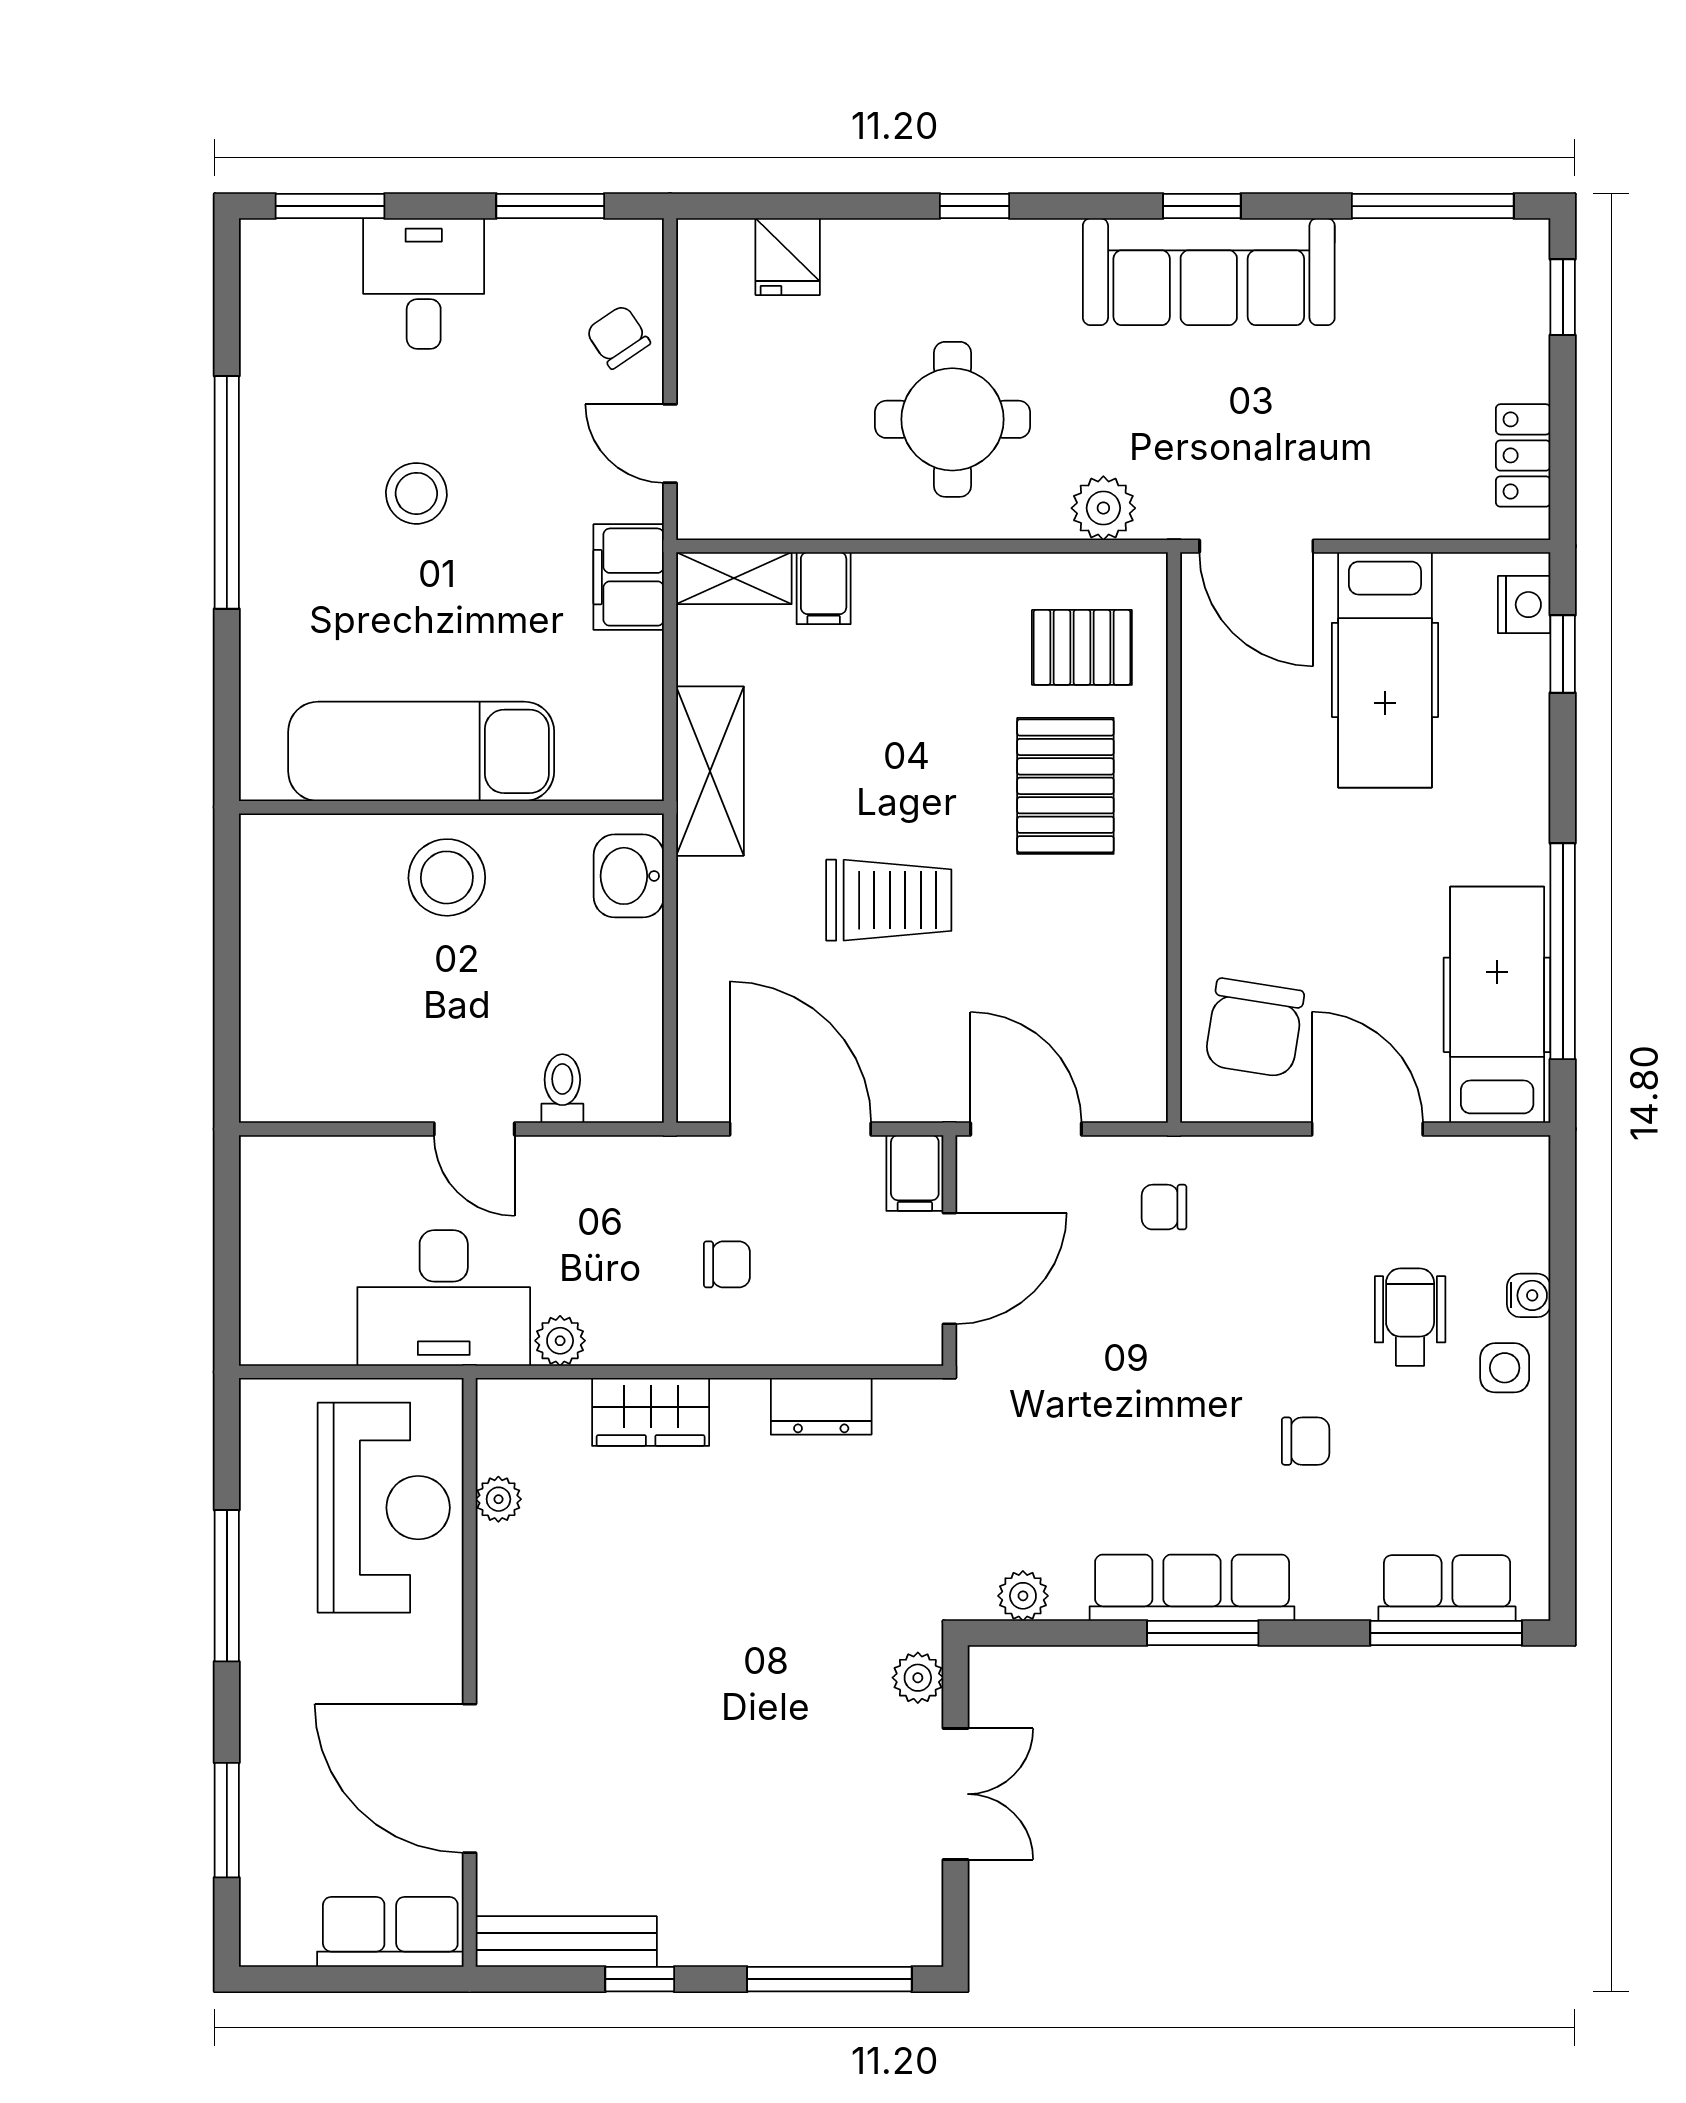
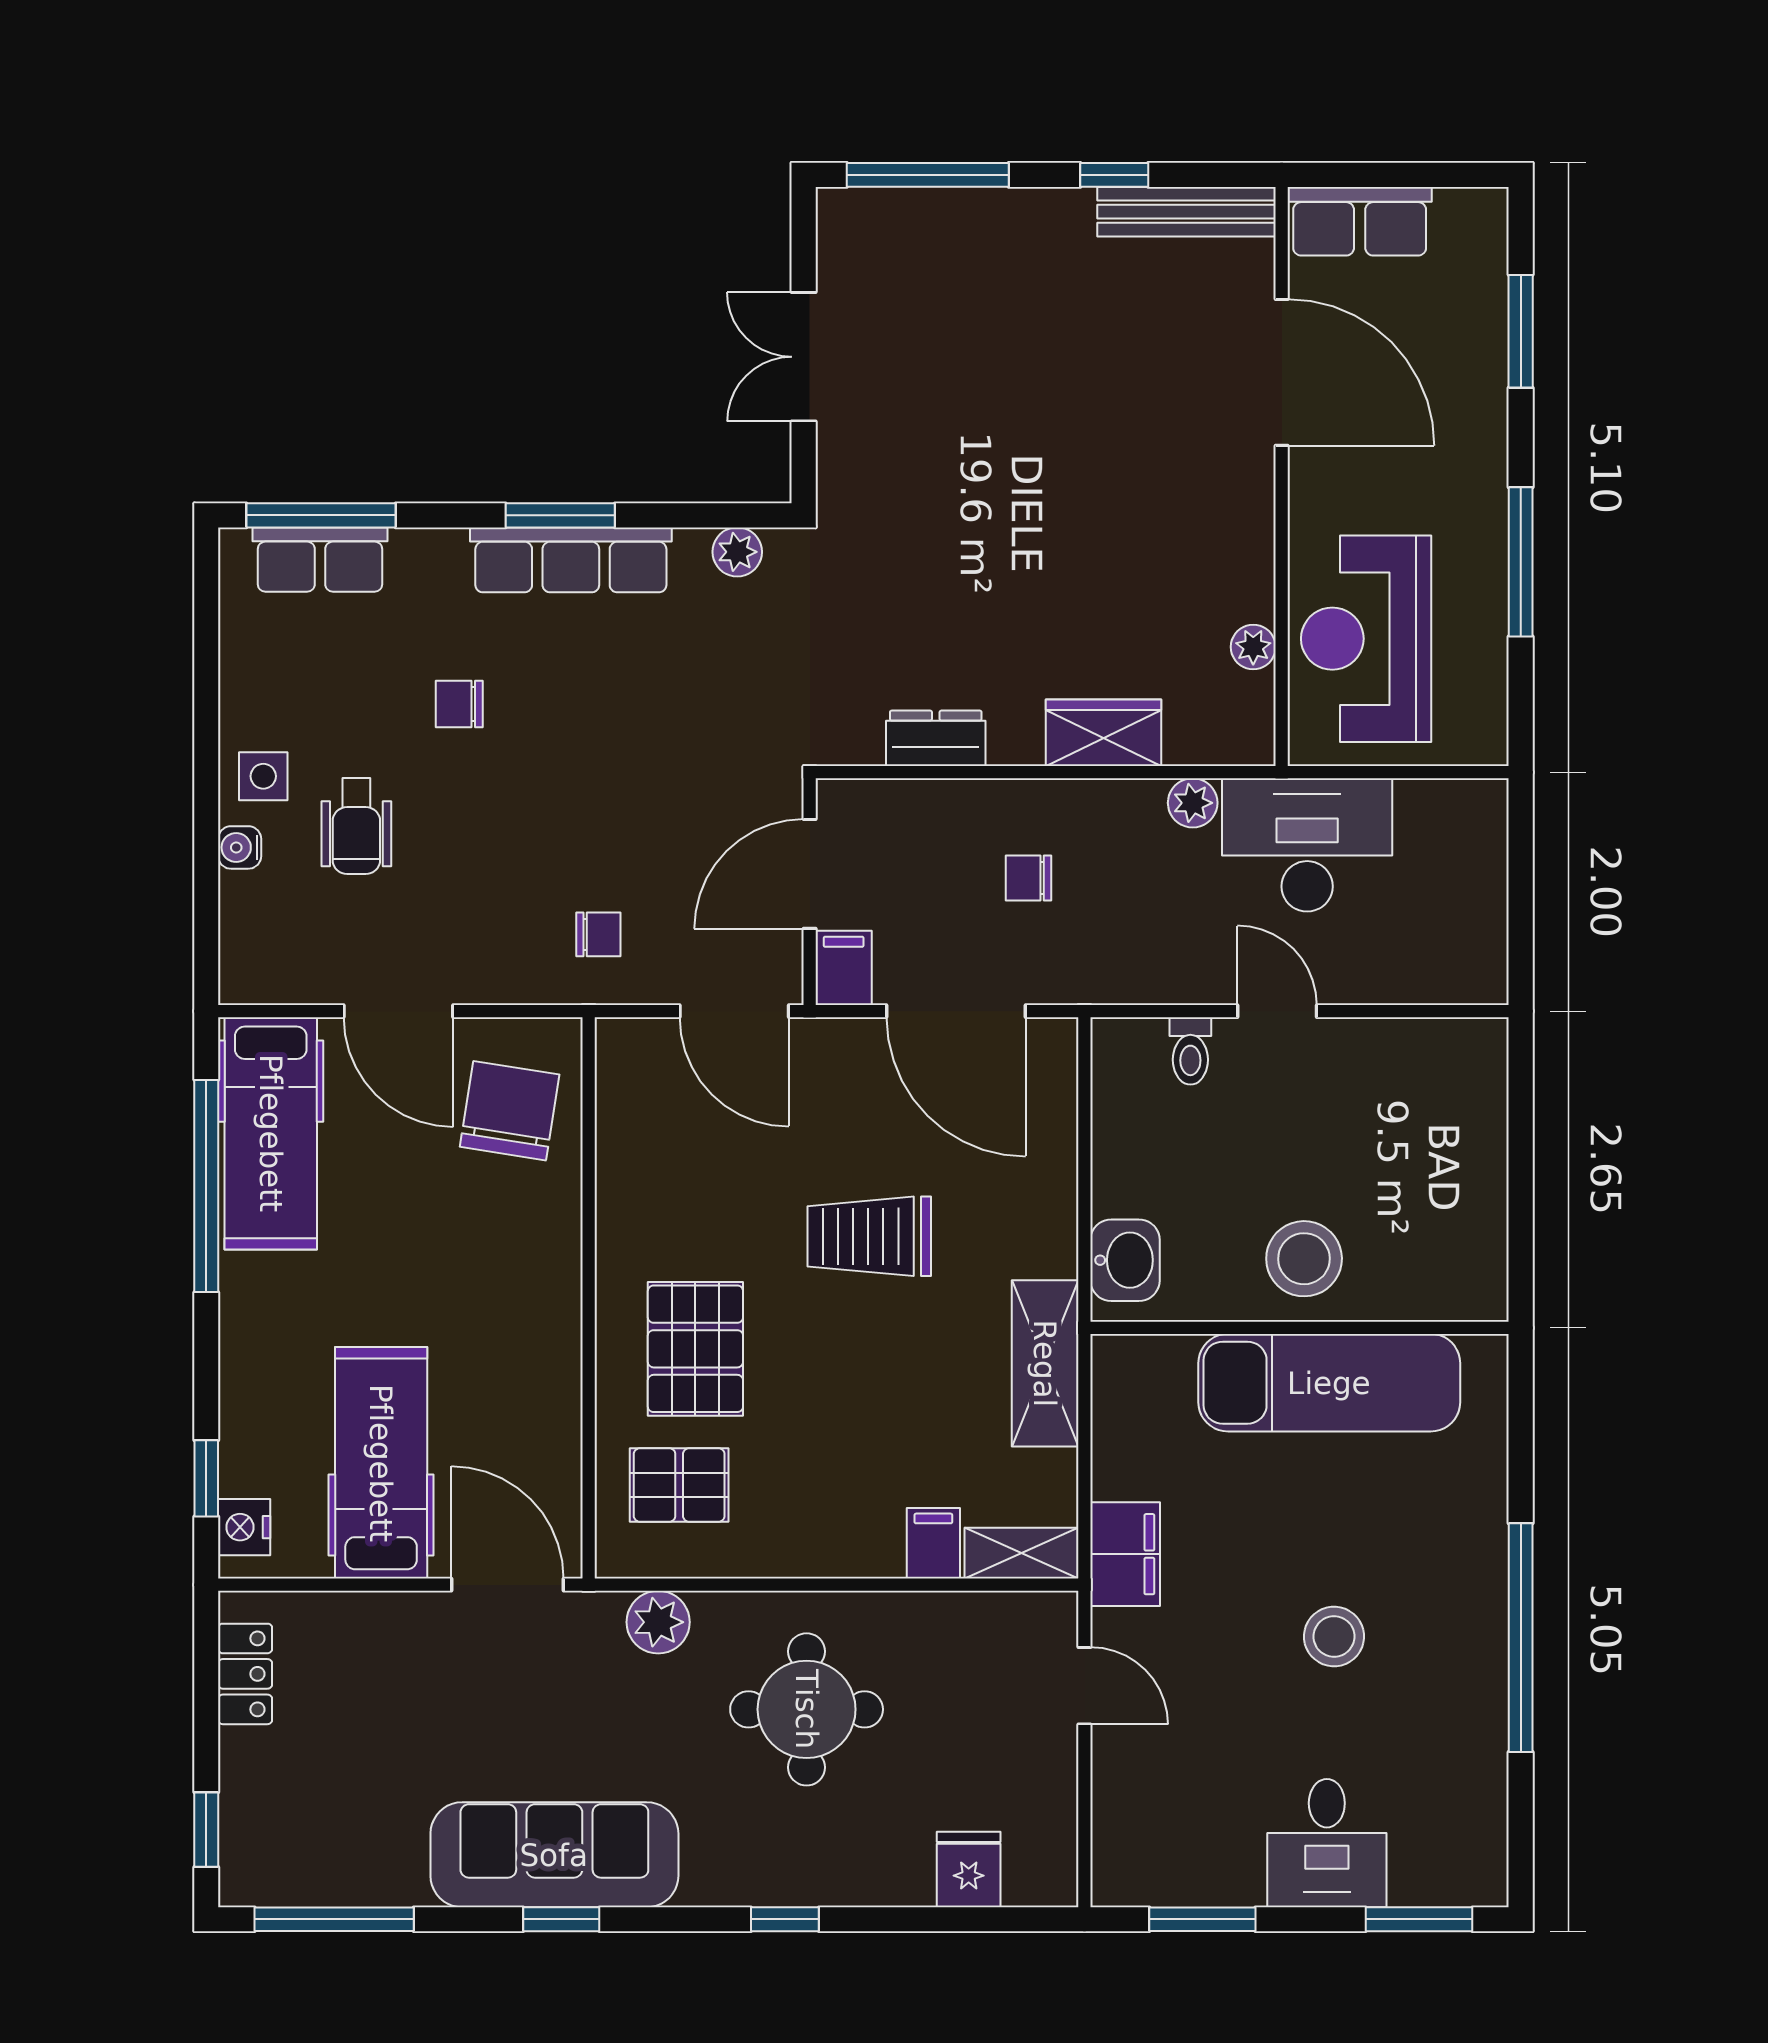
chair: (618, 337) -> (1136, 1791), removed
plant: (918, 1678) -> (841, 471), removed

